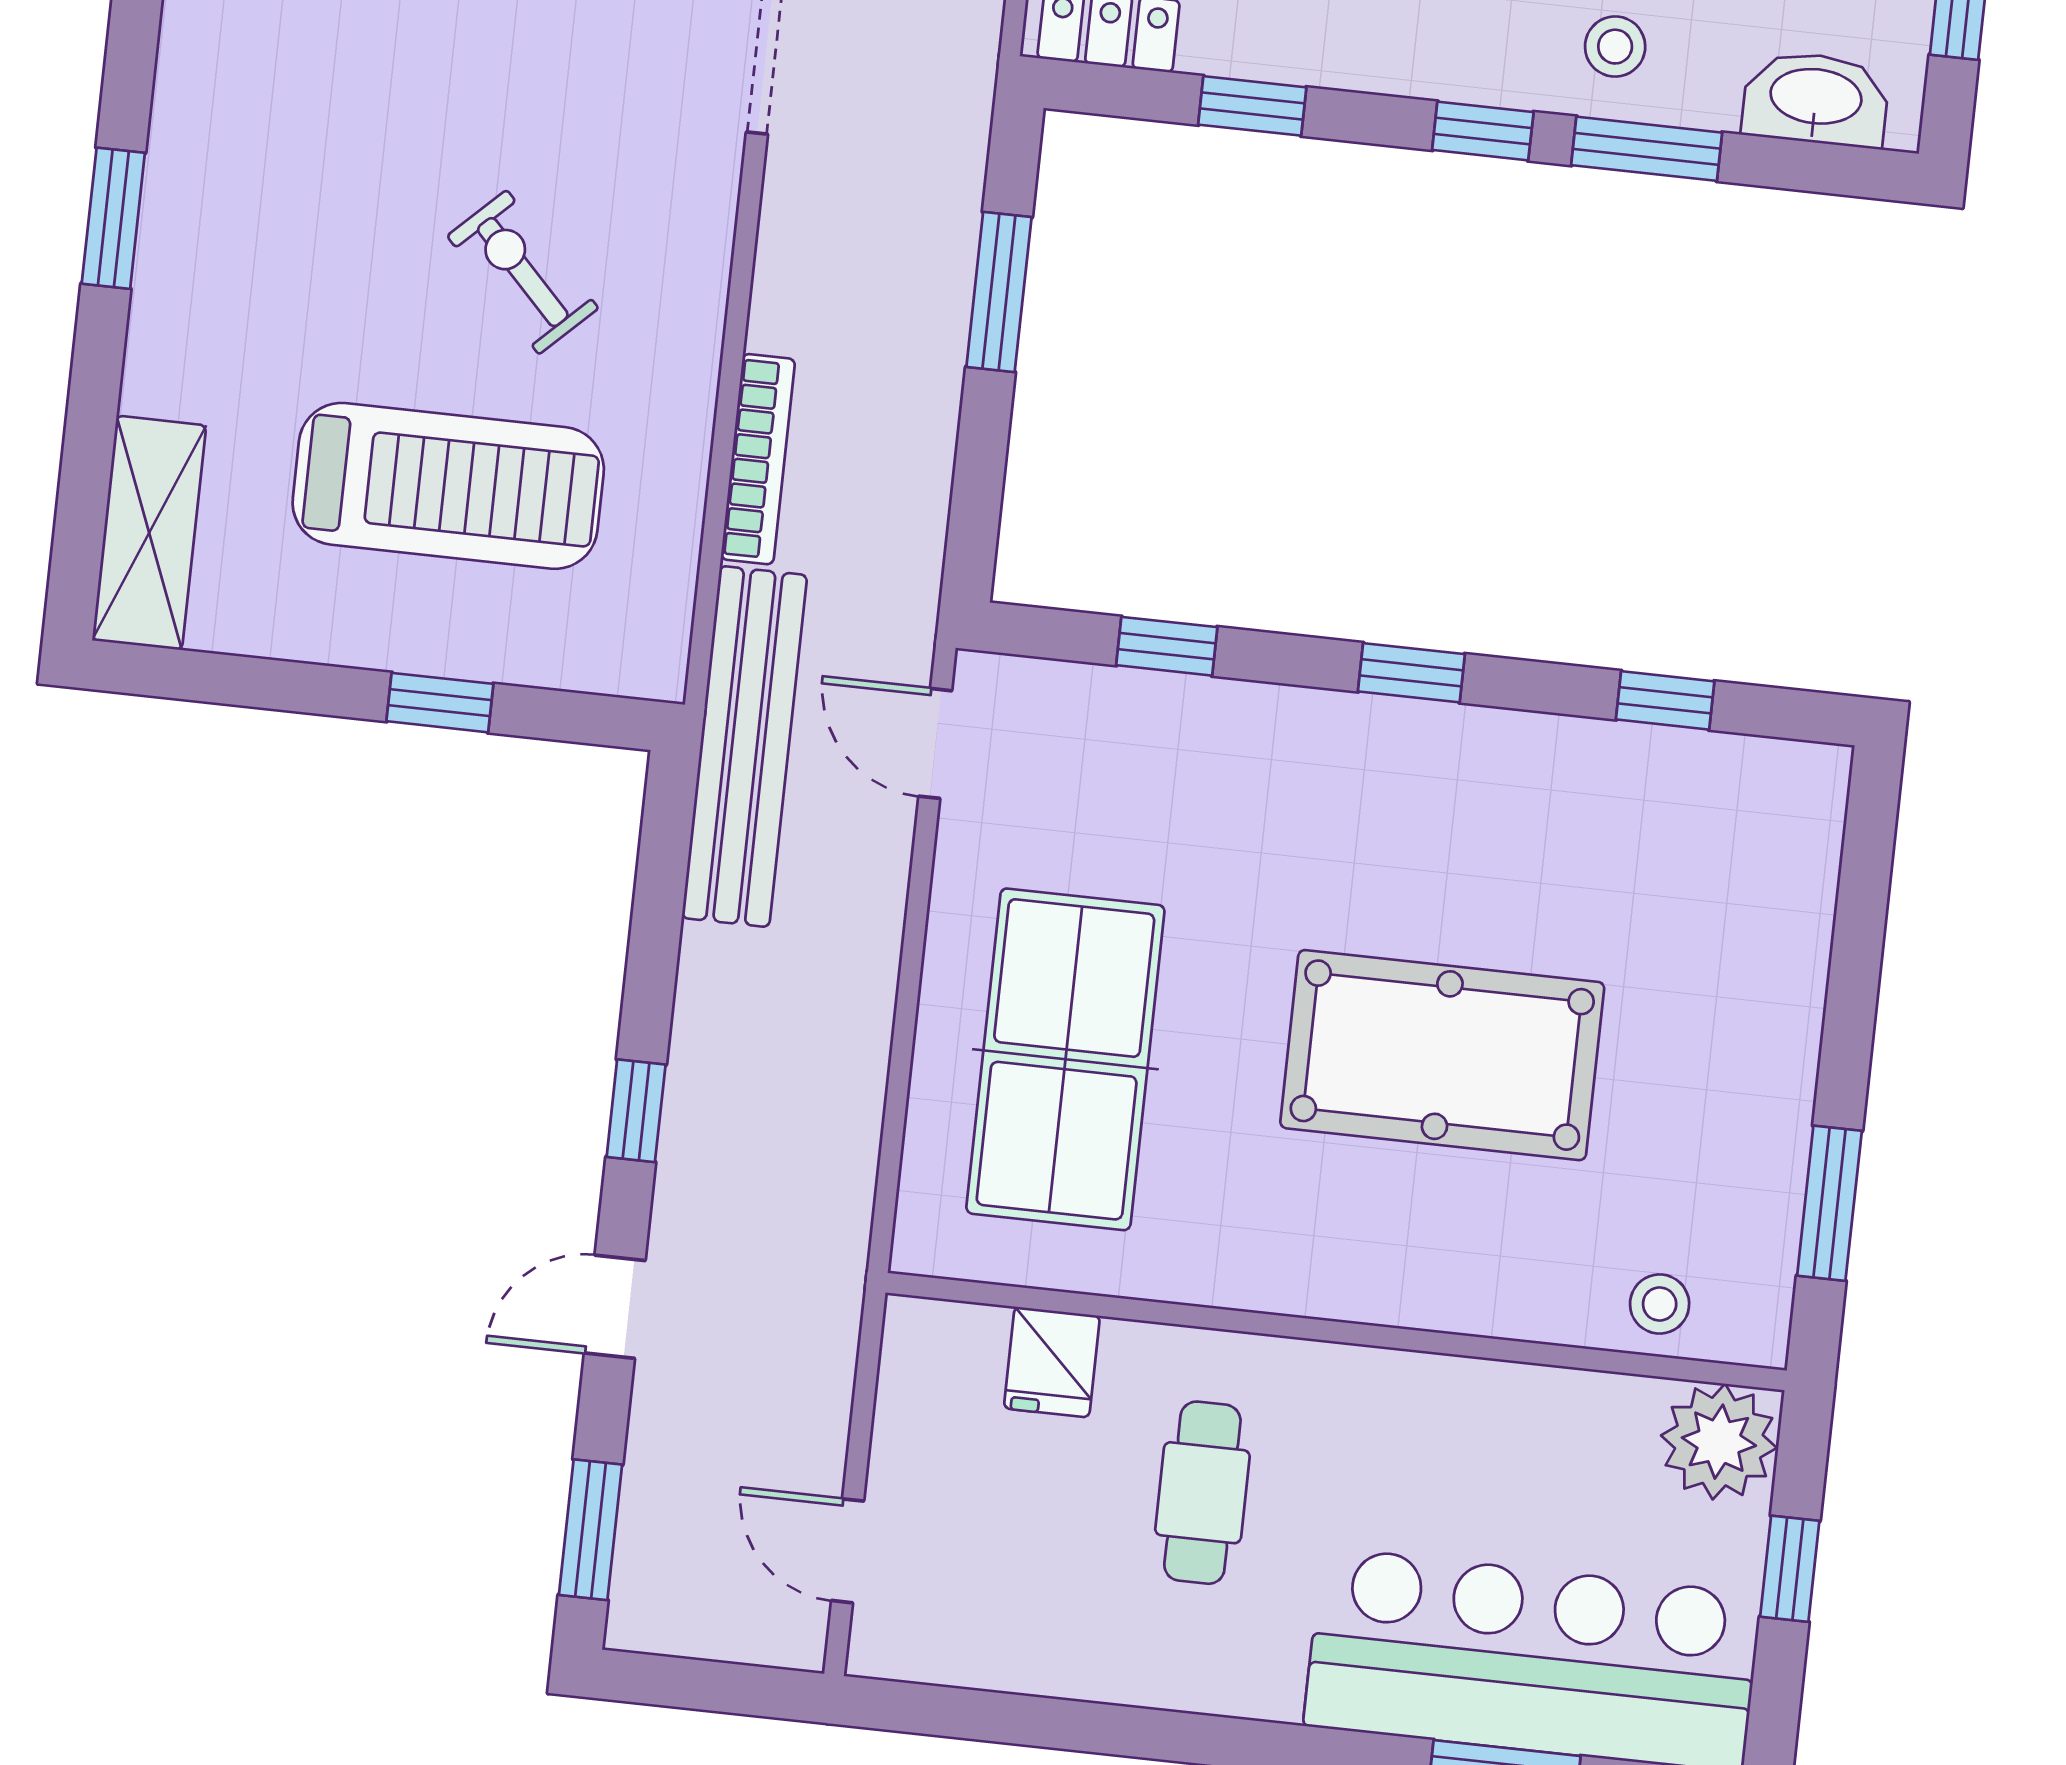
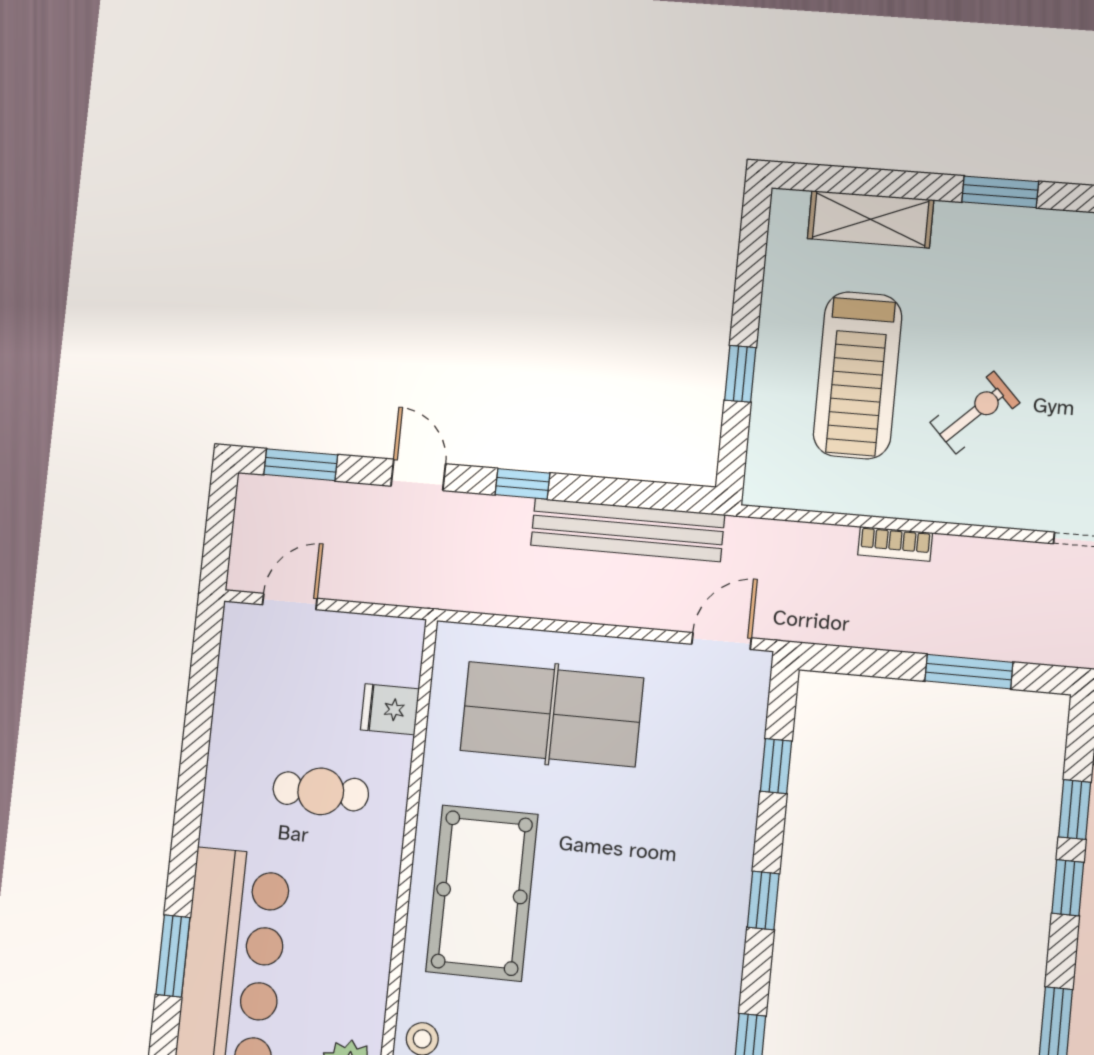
window: (1483, 131) -> (1068, 888), moved
bookcase: (758, 459) -> (895, 544), width x0.64
shelving: (149, 533) -> (871, 219), moved
bench: (744, 747) -> (628, 530), moved
pool table: (1442, 1055) -> (482, 893), moved

